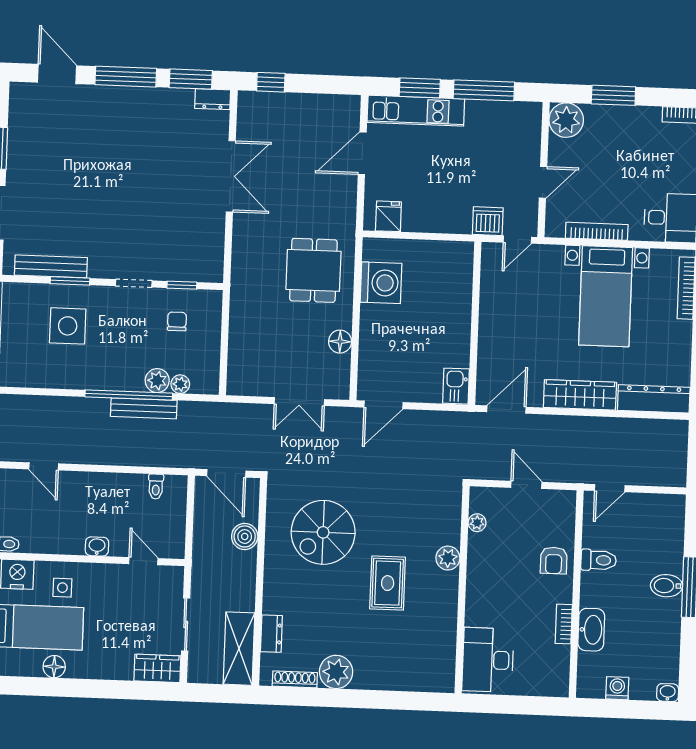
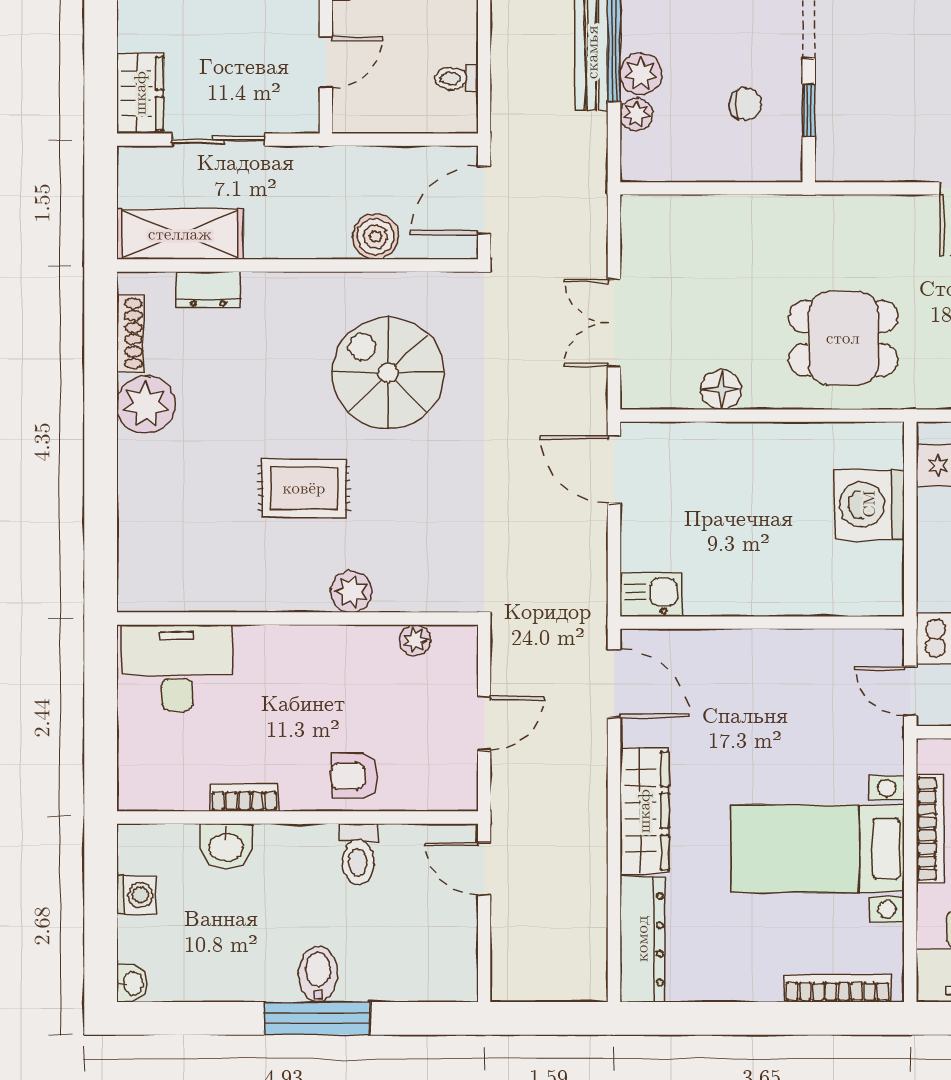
washing machine: (381, 283) -> (869, 504), moved, turned 90
washbasin: (591, 630) -> (226, 846), width x0.72

